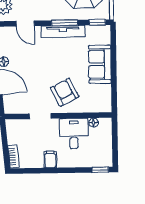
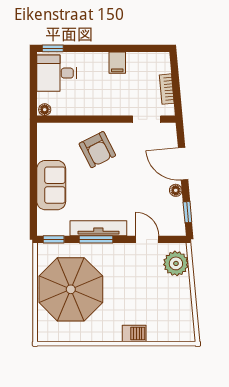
doorway: (40, 116) -> (147, 119), moved
floor lamp: (94, 123) -> (45, 110), moved
desk: (74, 134) -> (57, 73), moved, turned 90
bookcase: (14, 156) -> (167, 89), moved

